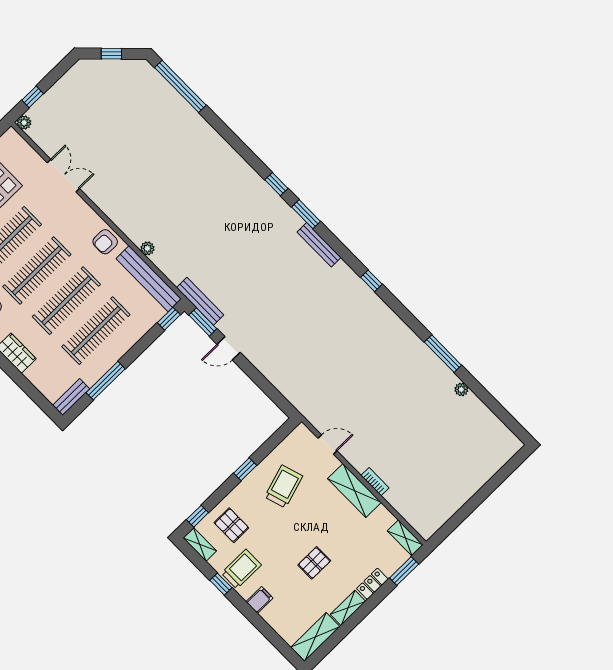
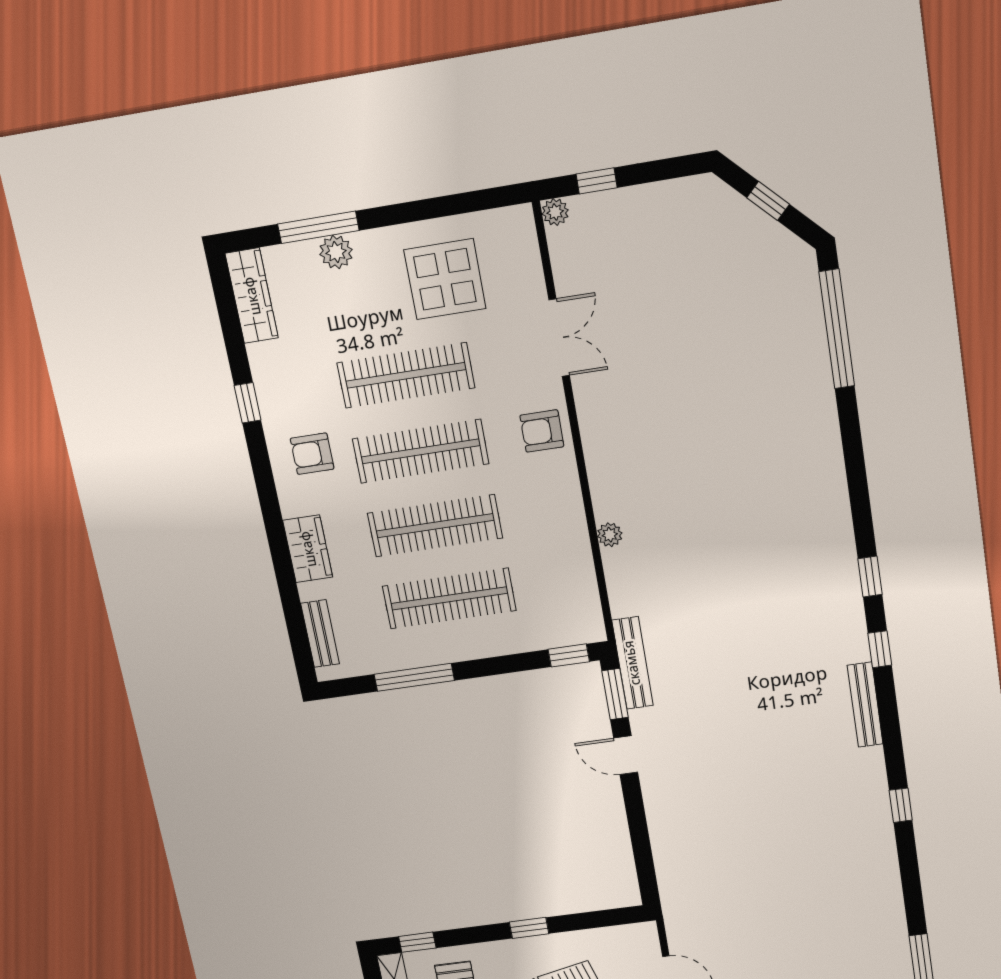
window: (306, 214) -> (880, 649), width x0.67
armchair: (105, 242) -> (542, 431), moved
bench: (149, 279) -> (580, 579), removed
bench: (71, 397) -> (320, 634), moved, turned 90

